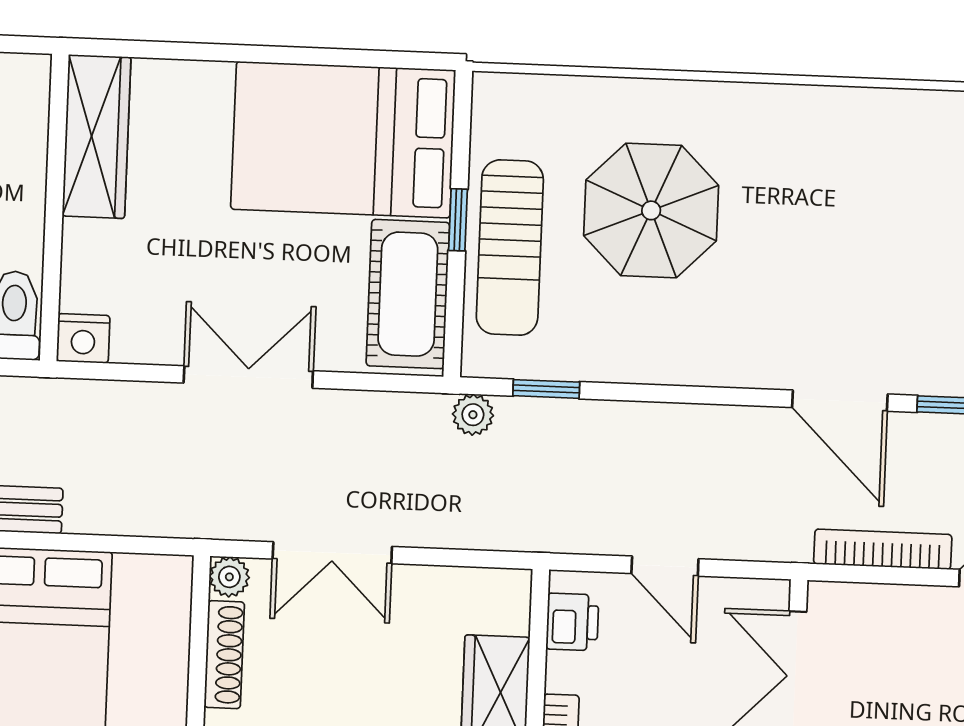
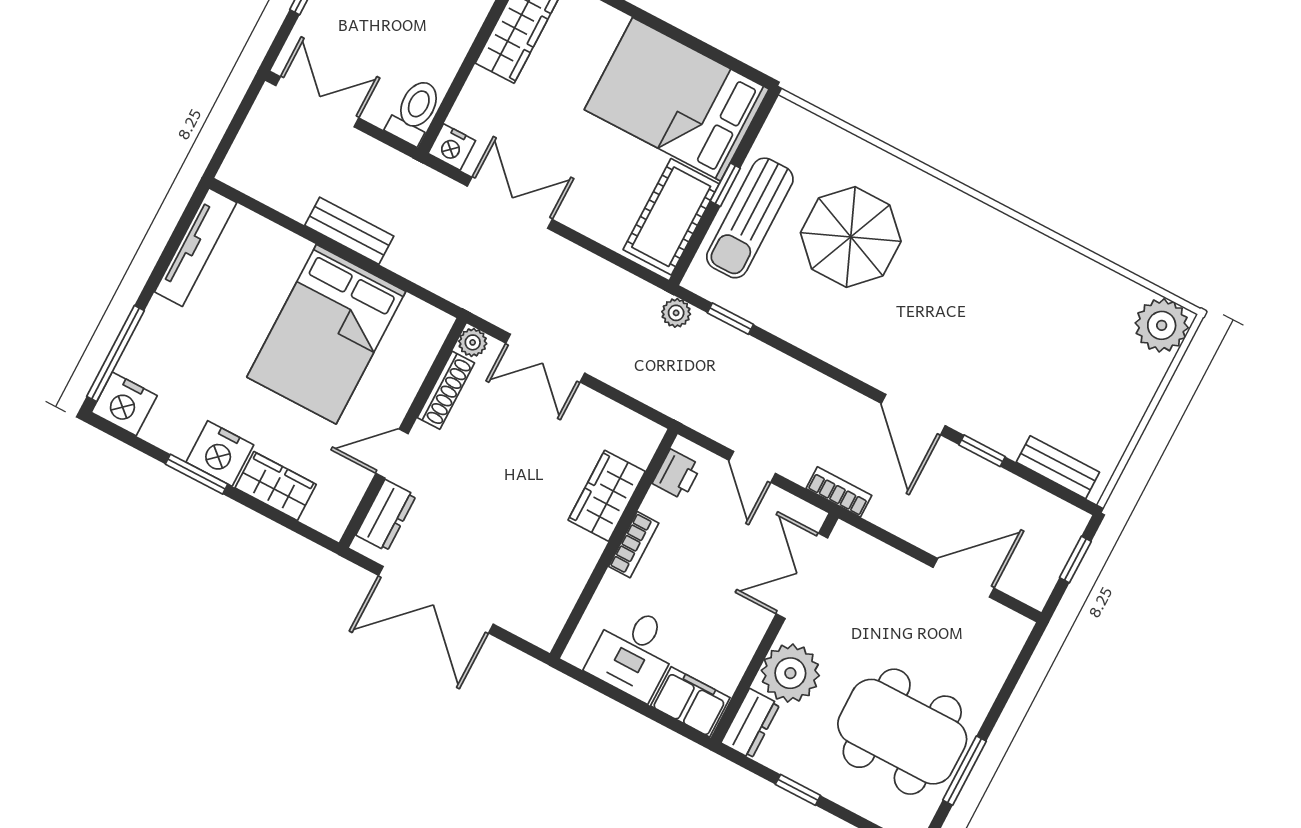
double door: (248, 377) -> (510, 203), moved
bookcase: (883, 549) -> (839, 492), moved, width x0.64

